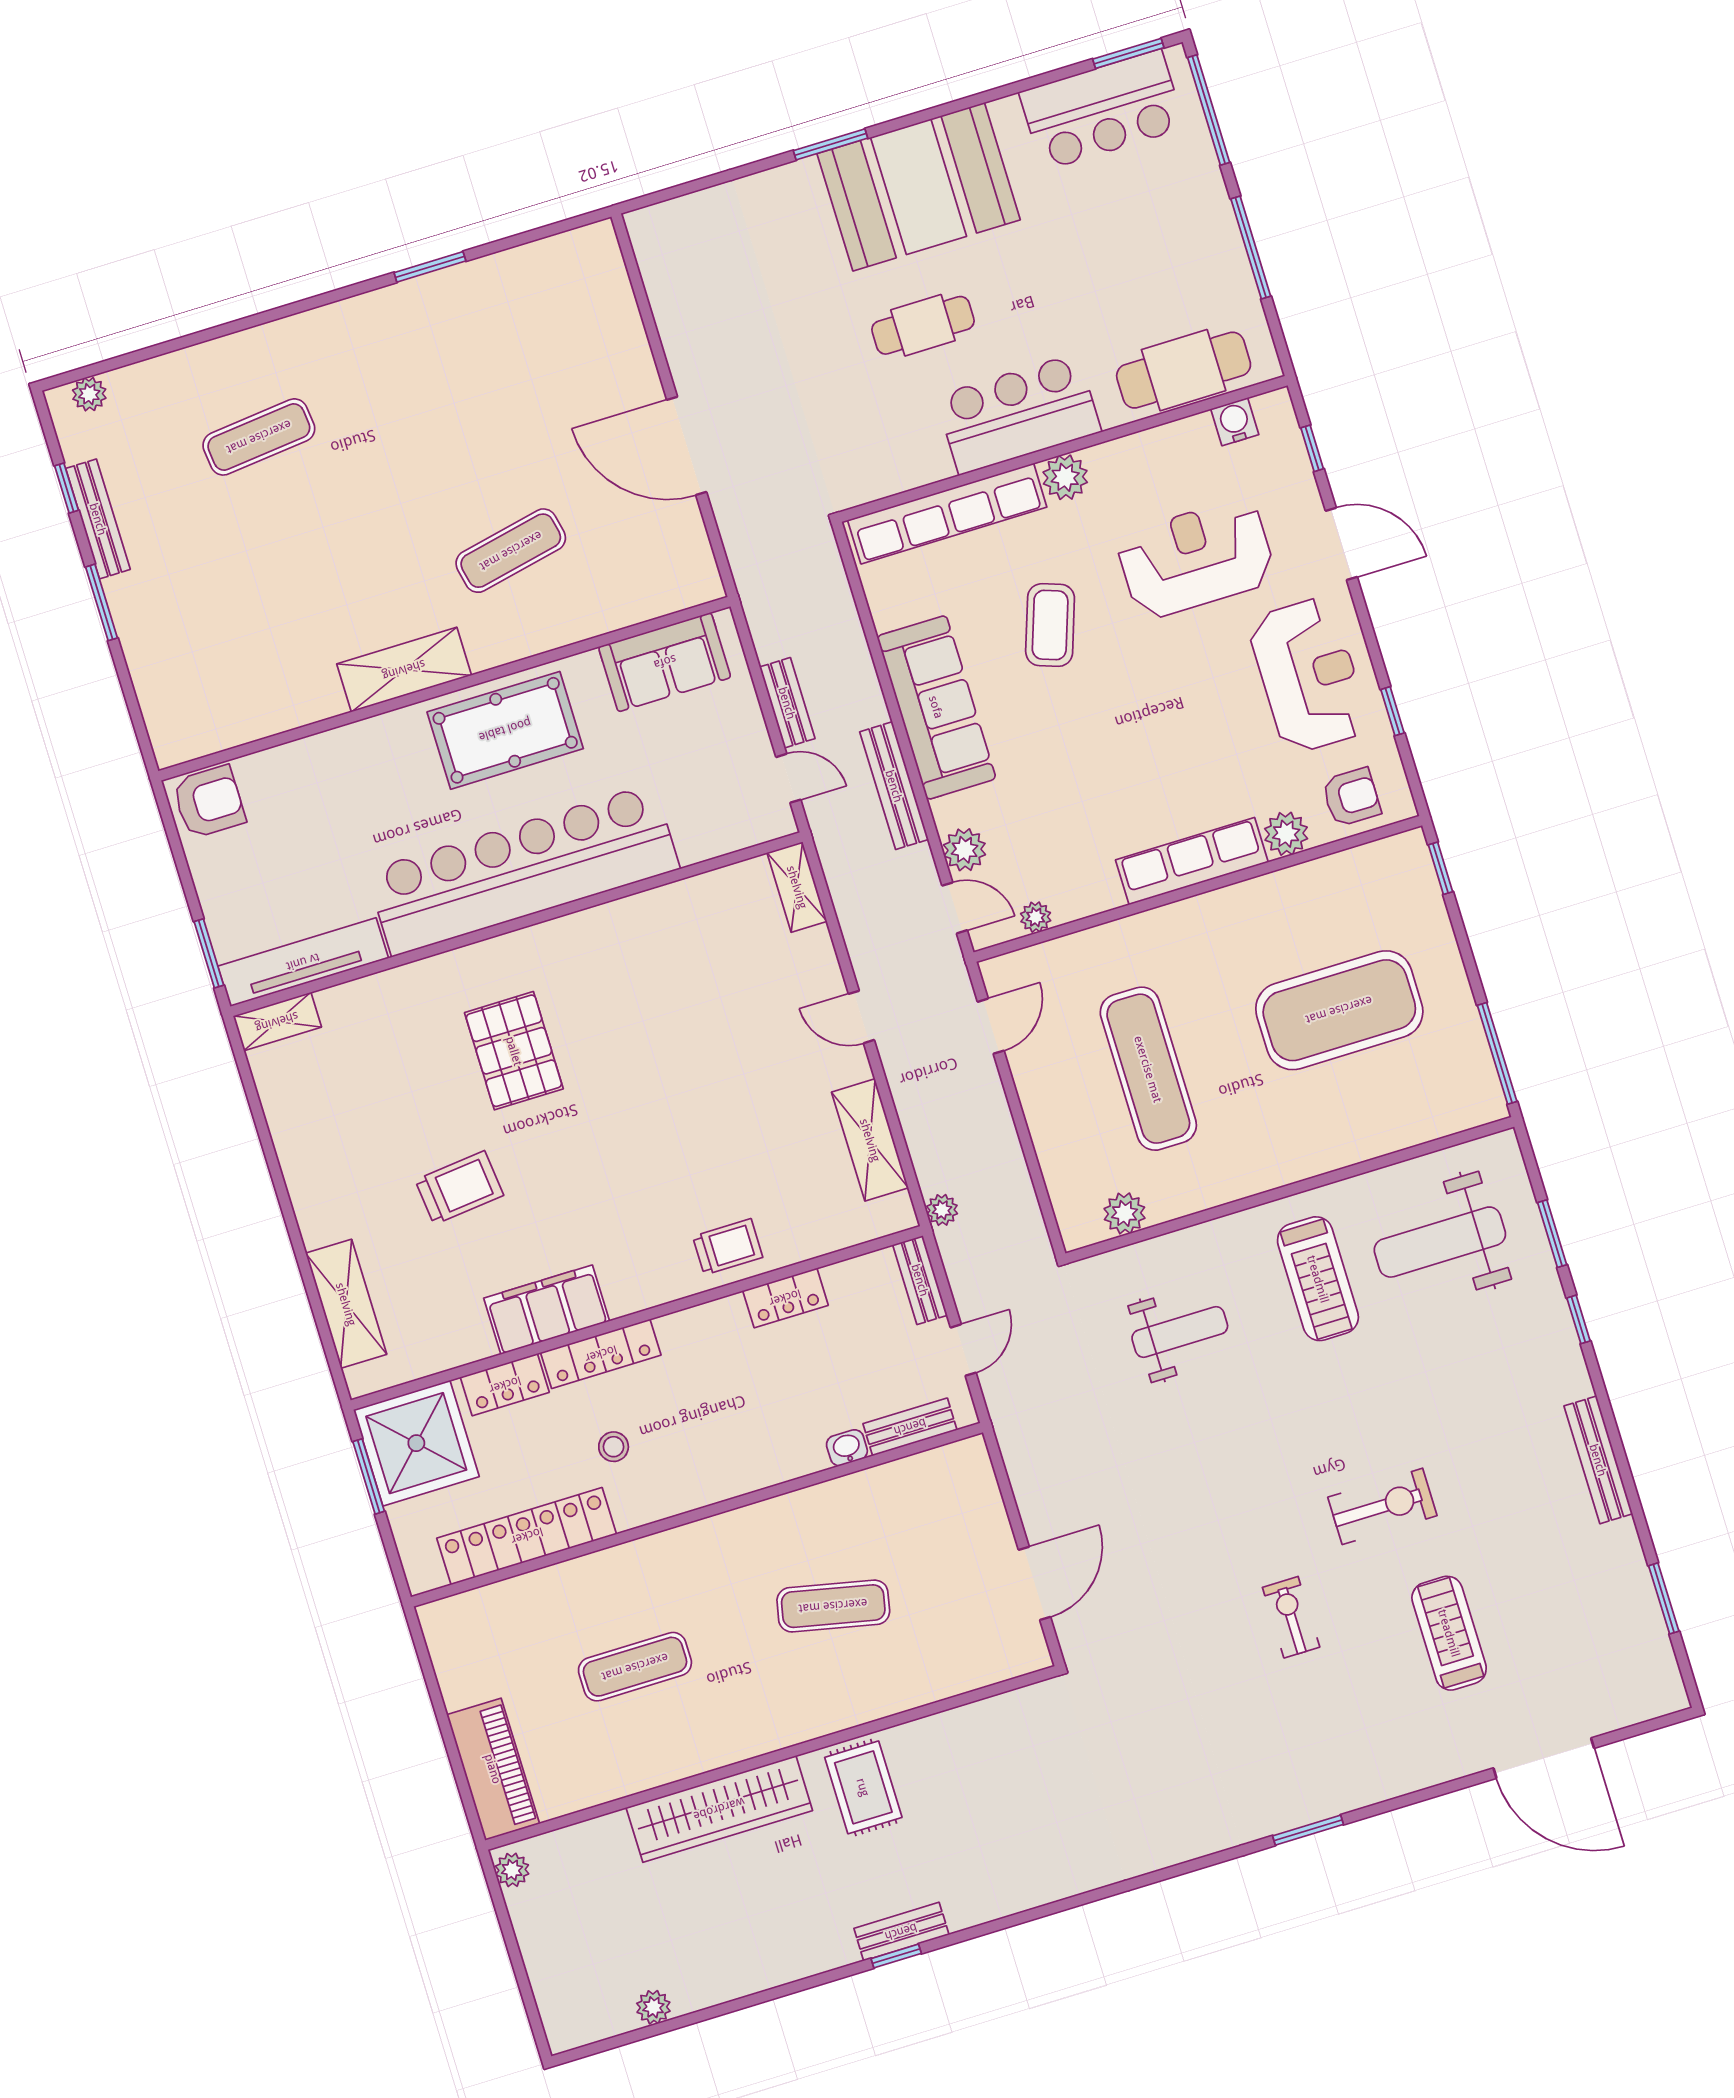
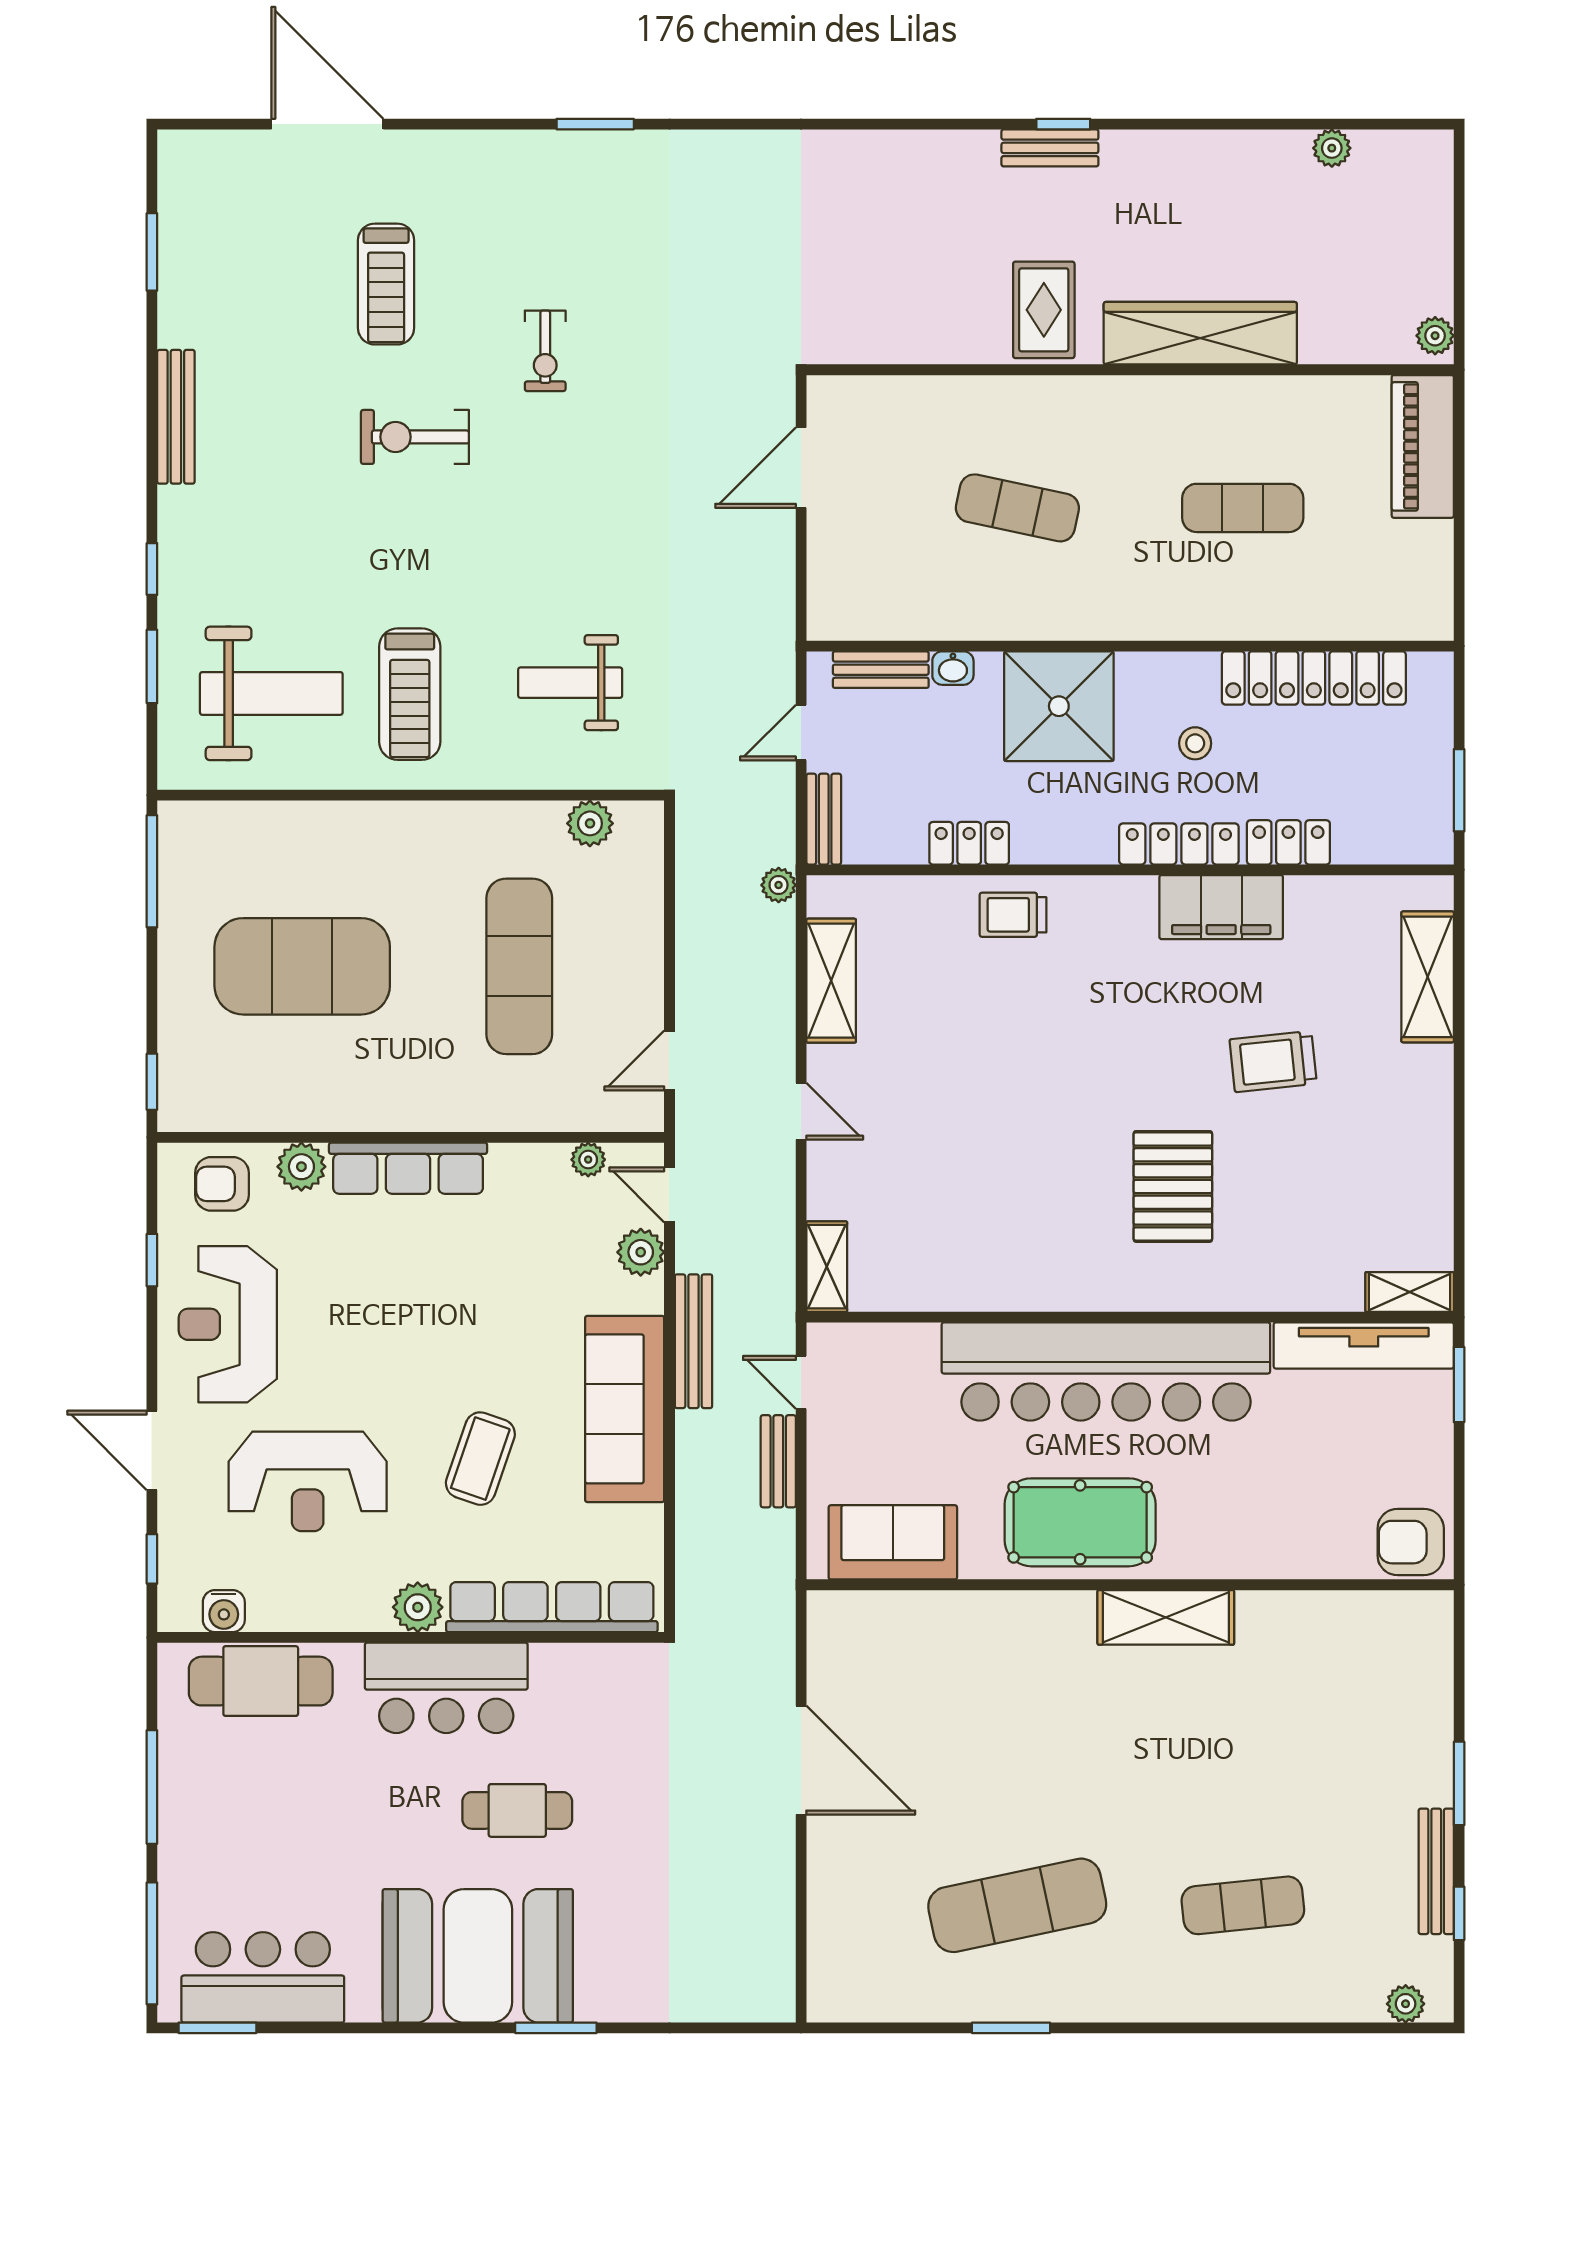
exercise mat: (511, 551) -> (1017, 1905), moved, width x1.36, depth x1.45
treadmill: (1318, 1279) -> (410, 694), turned 180
shower: (416, 1443) -> (1059, 706), moved

